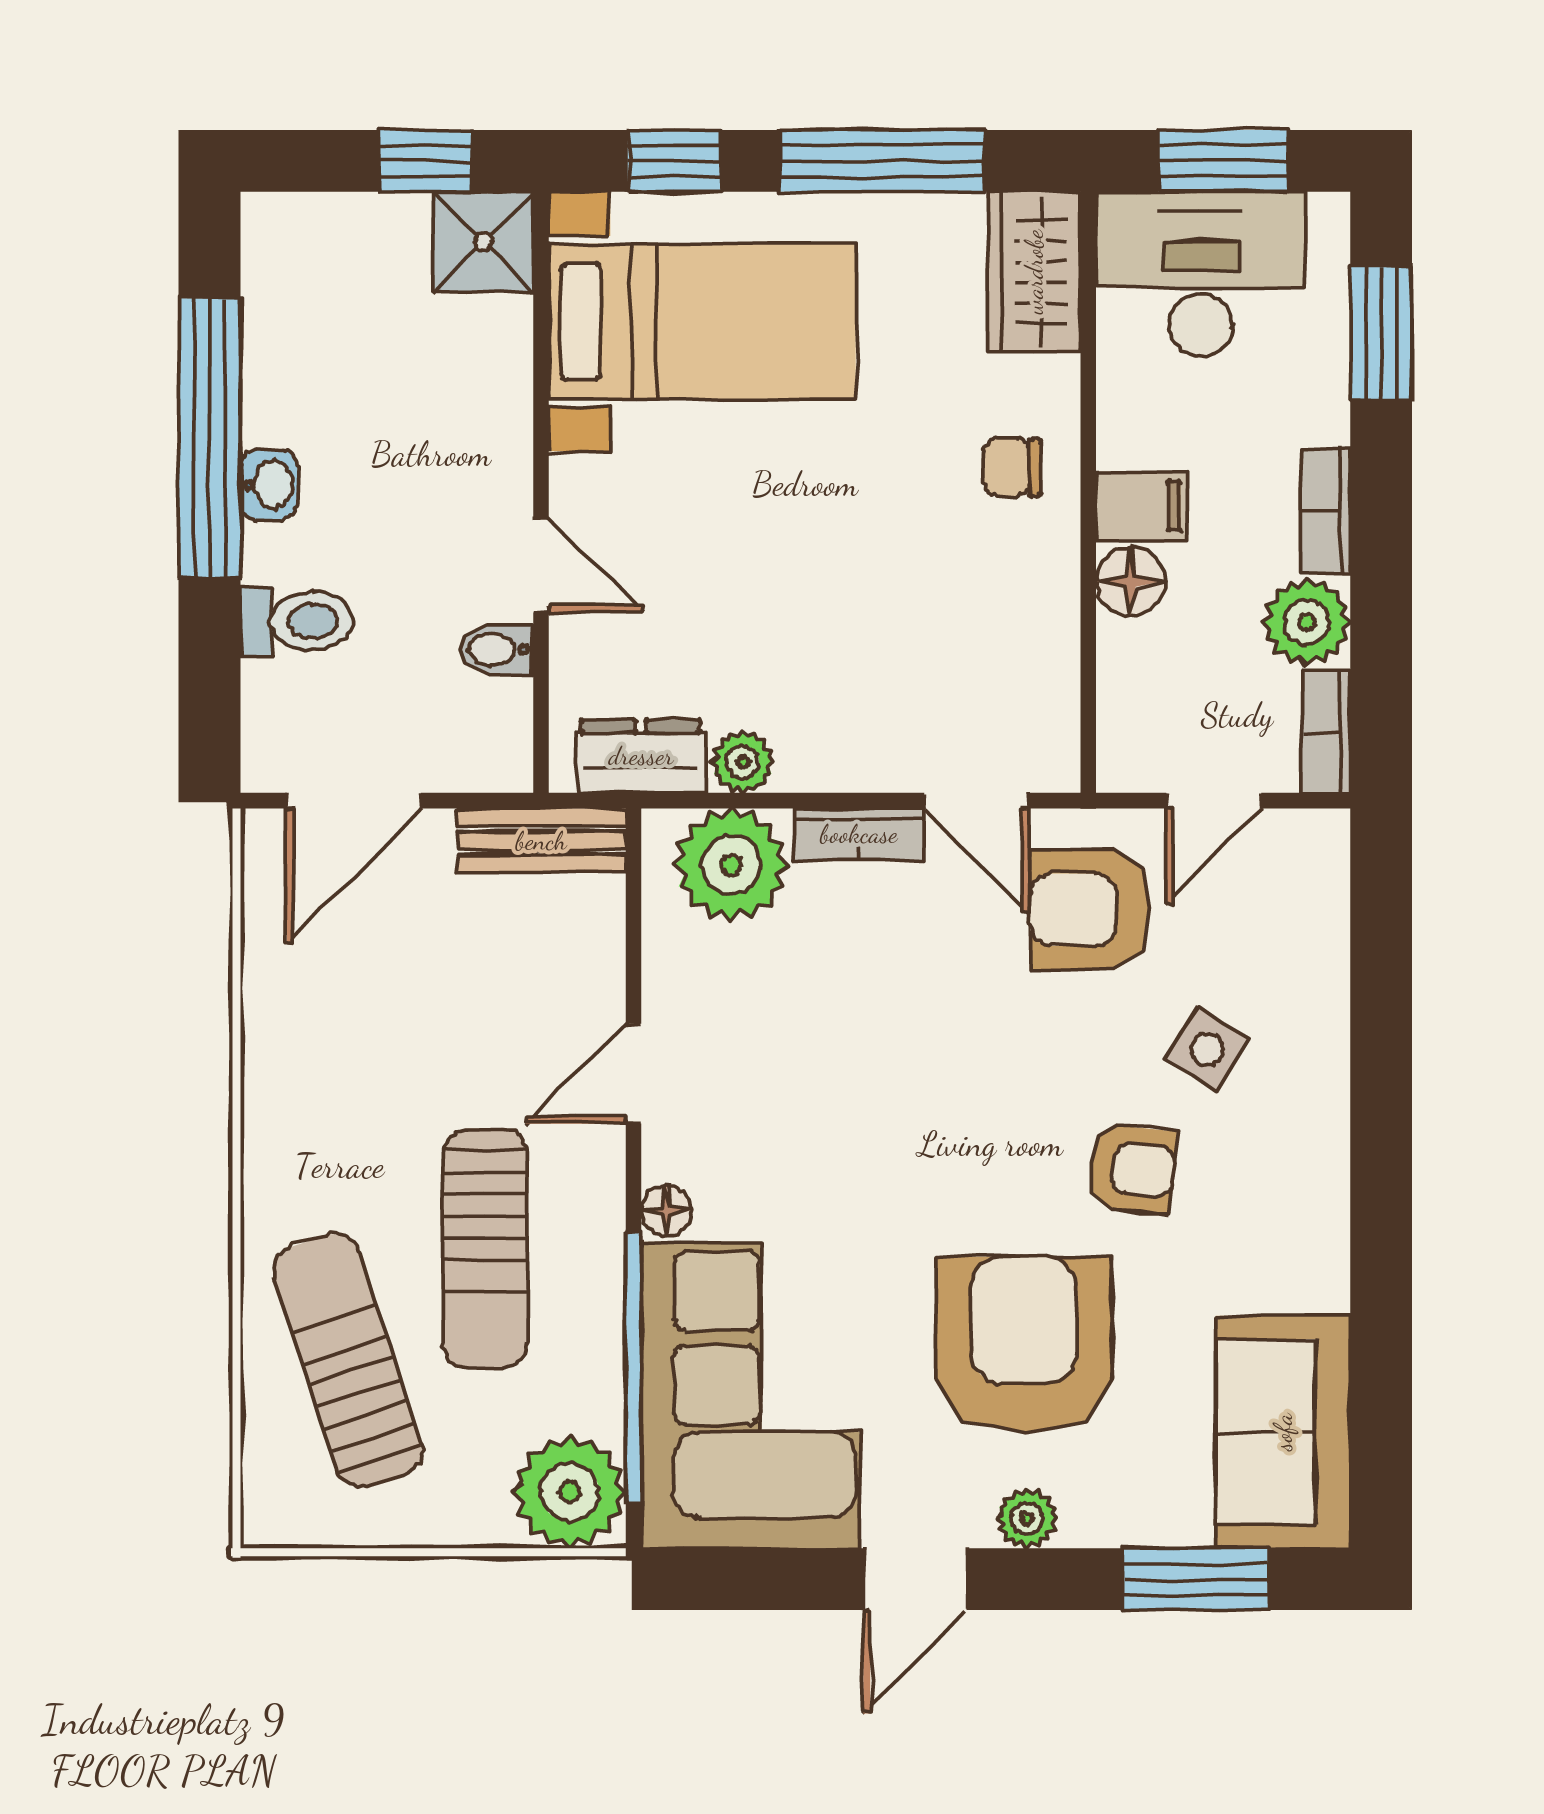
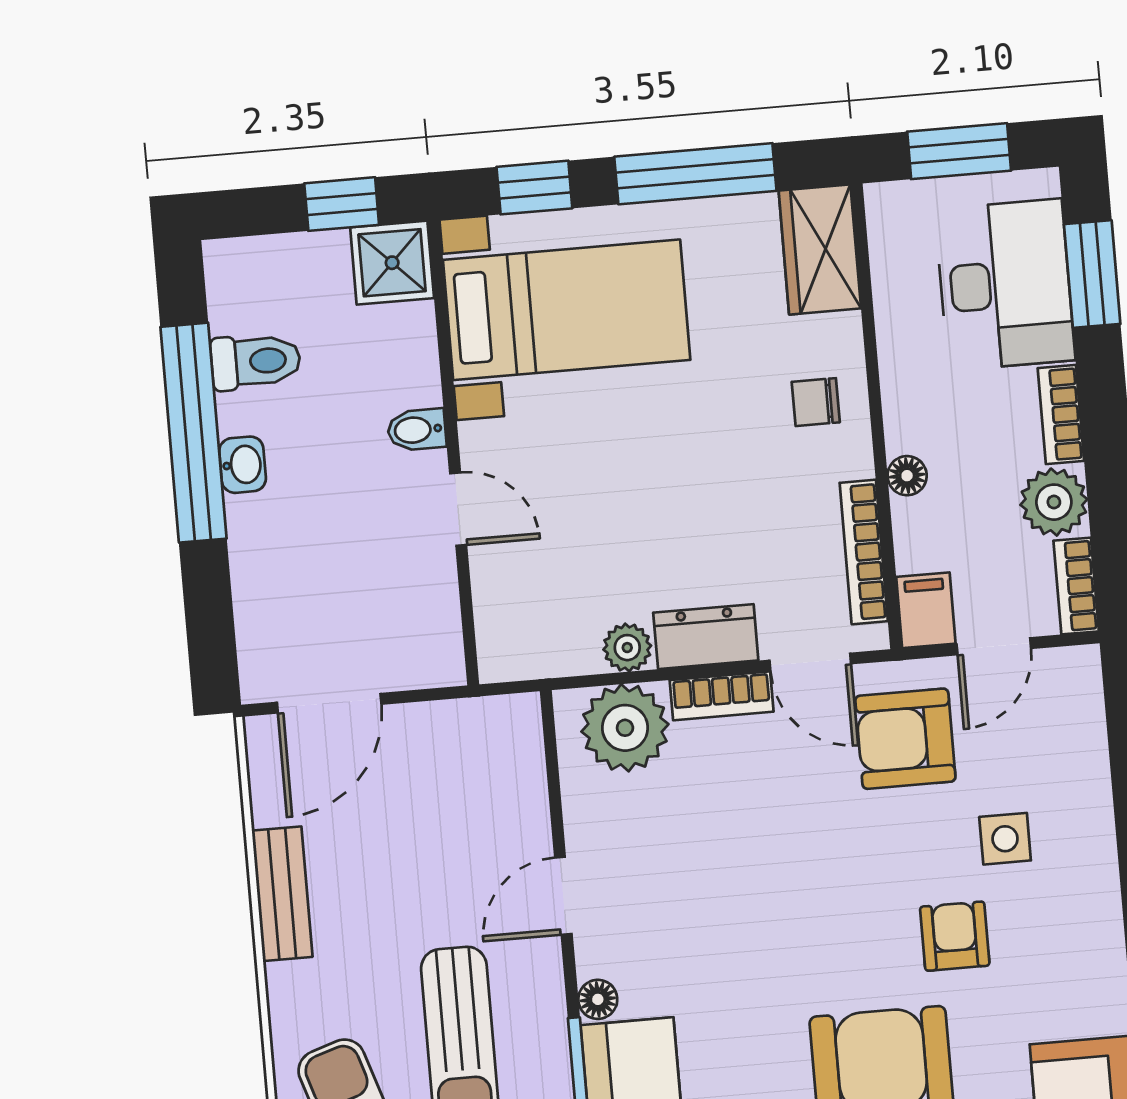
desk: (1201, 274) -> (1005, 285), moved, turned 90
filing cabinet: (1142, 506) -> (926, 610), moved, turned -90
floor lamp: (1131, 581) -> (907, 476), width x0.73, depth x0.73
toilet: (297, 621) -> (256, 361), moved
bidet: (496, 649) -> (417, 430), moved
bookcase: (1057, 665) -> (864, 552), added
dresser: (641, 756) -> (706, 637), moved
bench: (541, 841) -> (282, 894), moved, turned 90
side table: (1207, 1049) -> (1005, 839), turned -31
armchair: (1132, 1169) -> (955, 936), turned -96

